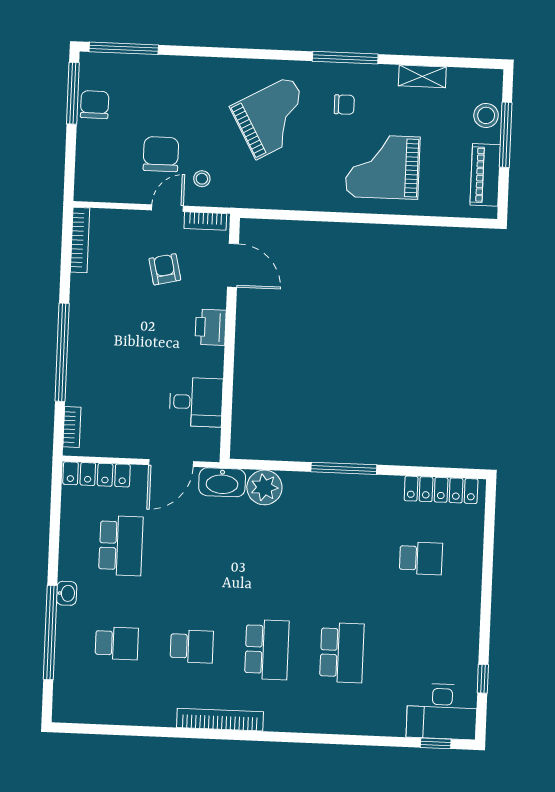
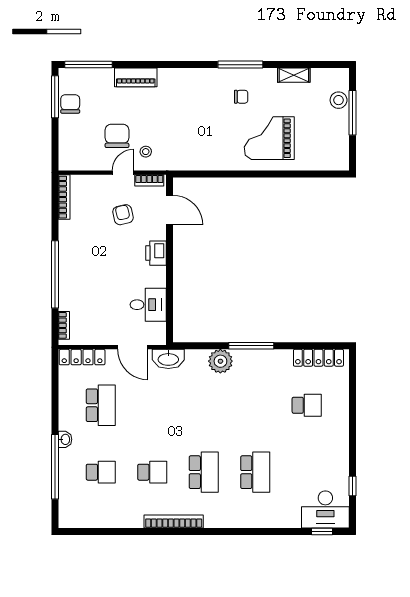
grand piano: (273, 118) -> (193, 108), removed
piano: (485, 175) -> (136, 77), moved, turned -90
door: (171, 463) -> (133, 347), hinge flipped
plant: (264, 487) -> (220, 361), moved

